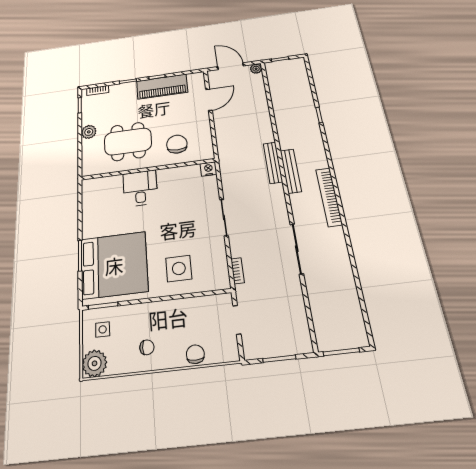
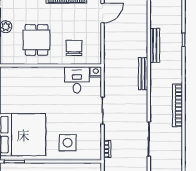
dining table: (128, 141) -> (37, 40), width x0.73
bench: (291, 171) -> (155, 45), moved
desk: (140, 188) -> (77, 80), moved

